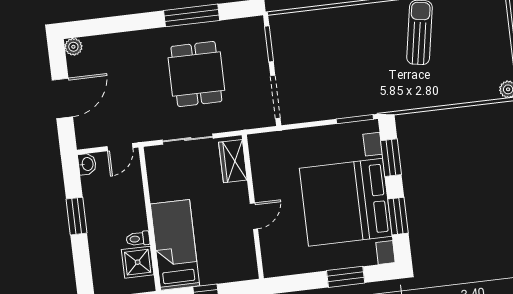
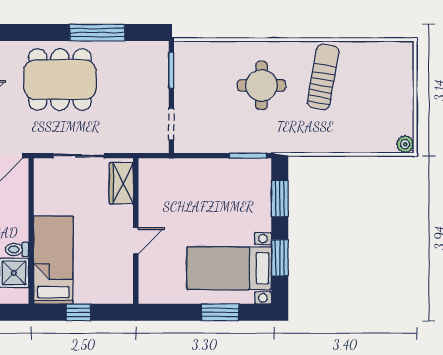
round table: (360, 48) -> (261, 85), added
dining table: (196, 74) -> (60, 80), moved, width x1.38
doorway: (275, 97) -> (171, 124), width x0.73
bed with nightstands: (346, 202) -> (229, 268), width x0.54

